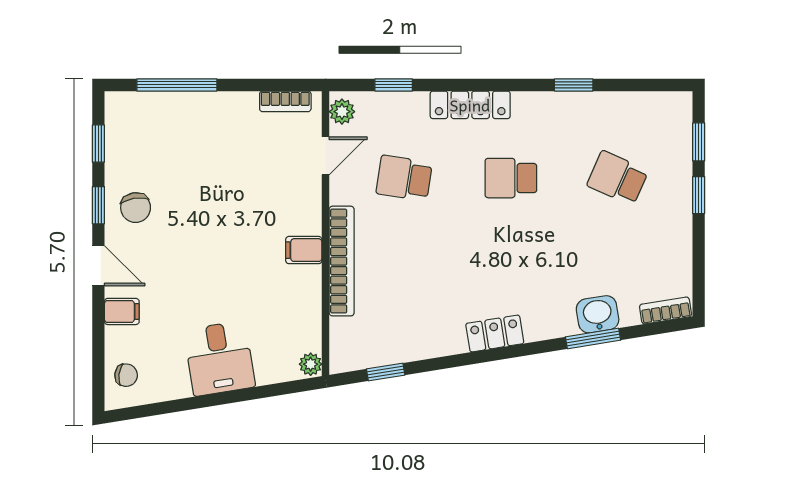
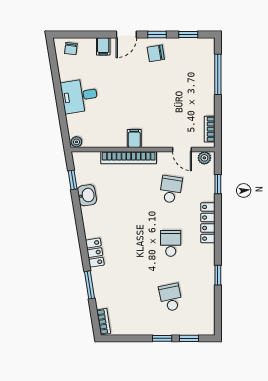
school desk: (618, 178) -> (171, 297), turned -36
washbasin: (598, 314) -> (87, 195), moved
locker: (495, 333) -> (95, 253), moved

